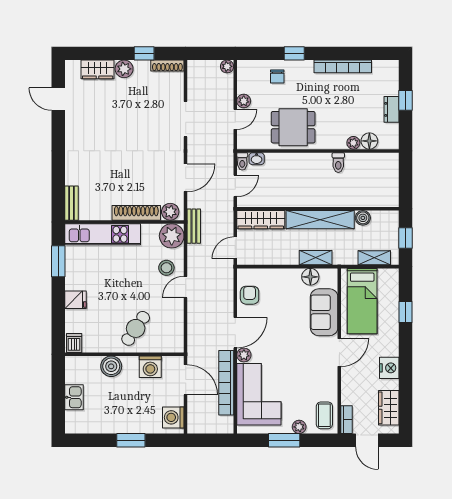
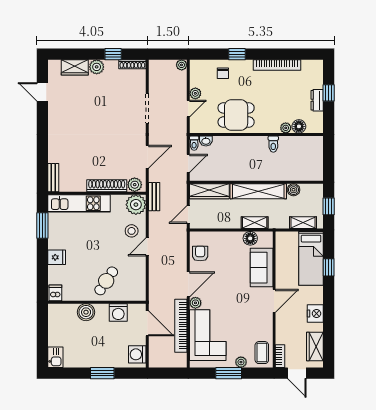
bed: (362, 301) -> (311, 258), moved
kitchen sink: (74, 397) -> (55, 357), moved

